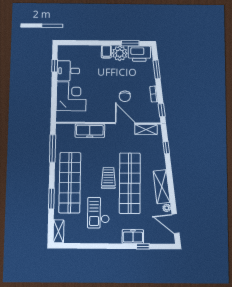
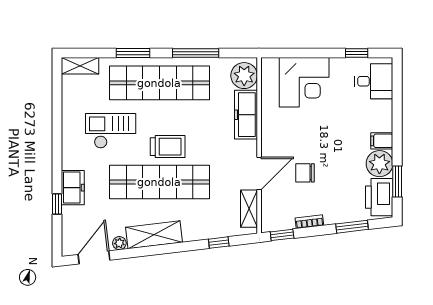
desk: (68, 71) -> (374, 81), moved, turned 90
plant: (66, 132) -> (244, 76), added
window: (53, 148) -> (196, 53), moved

